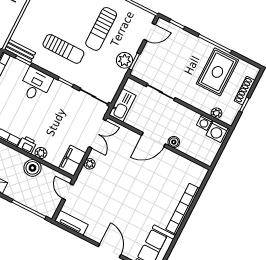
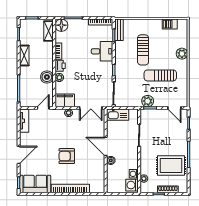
sun lounger: (63, 49) -> (143, 50), moved
armchair: (141, 193) -> (67, 156), added

